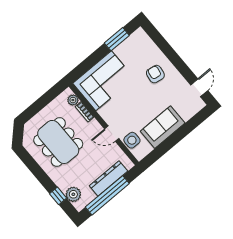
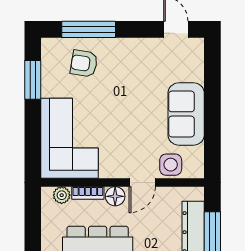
window: (164, 46) -> (89, 29), added
armchair: (155, 74) -> (84, 63), moved
floor lamp: (94, 126) -> (115, 196), added

